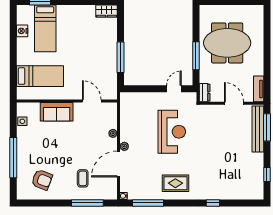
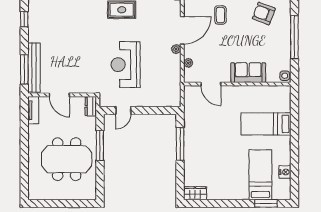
wall: (67, 101) -> (237, 84), moved
door: (92, 101) -> (211, 84), moved
sofa: (57, 112) -> (248, 73), moved

